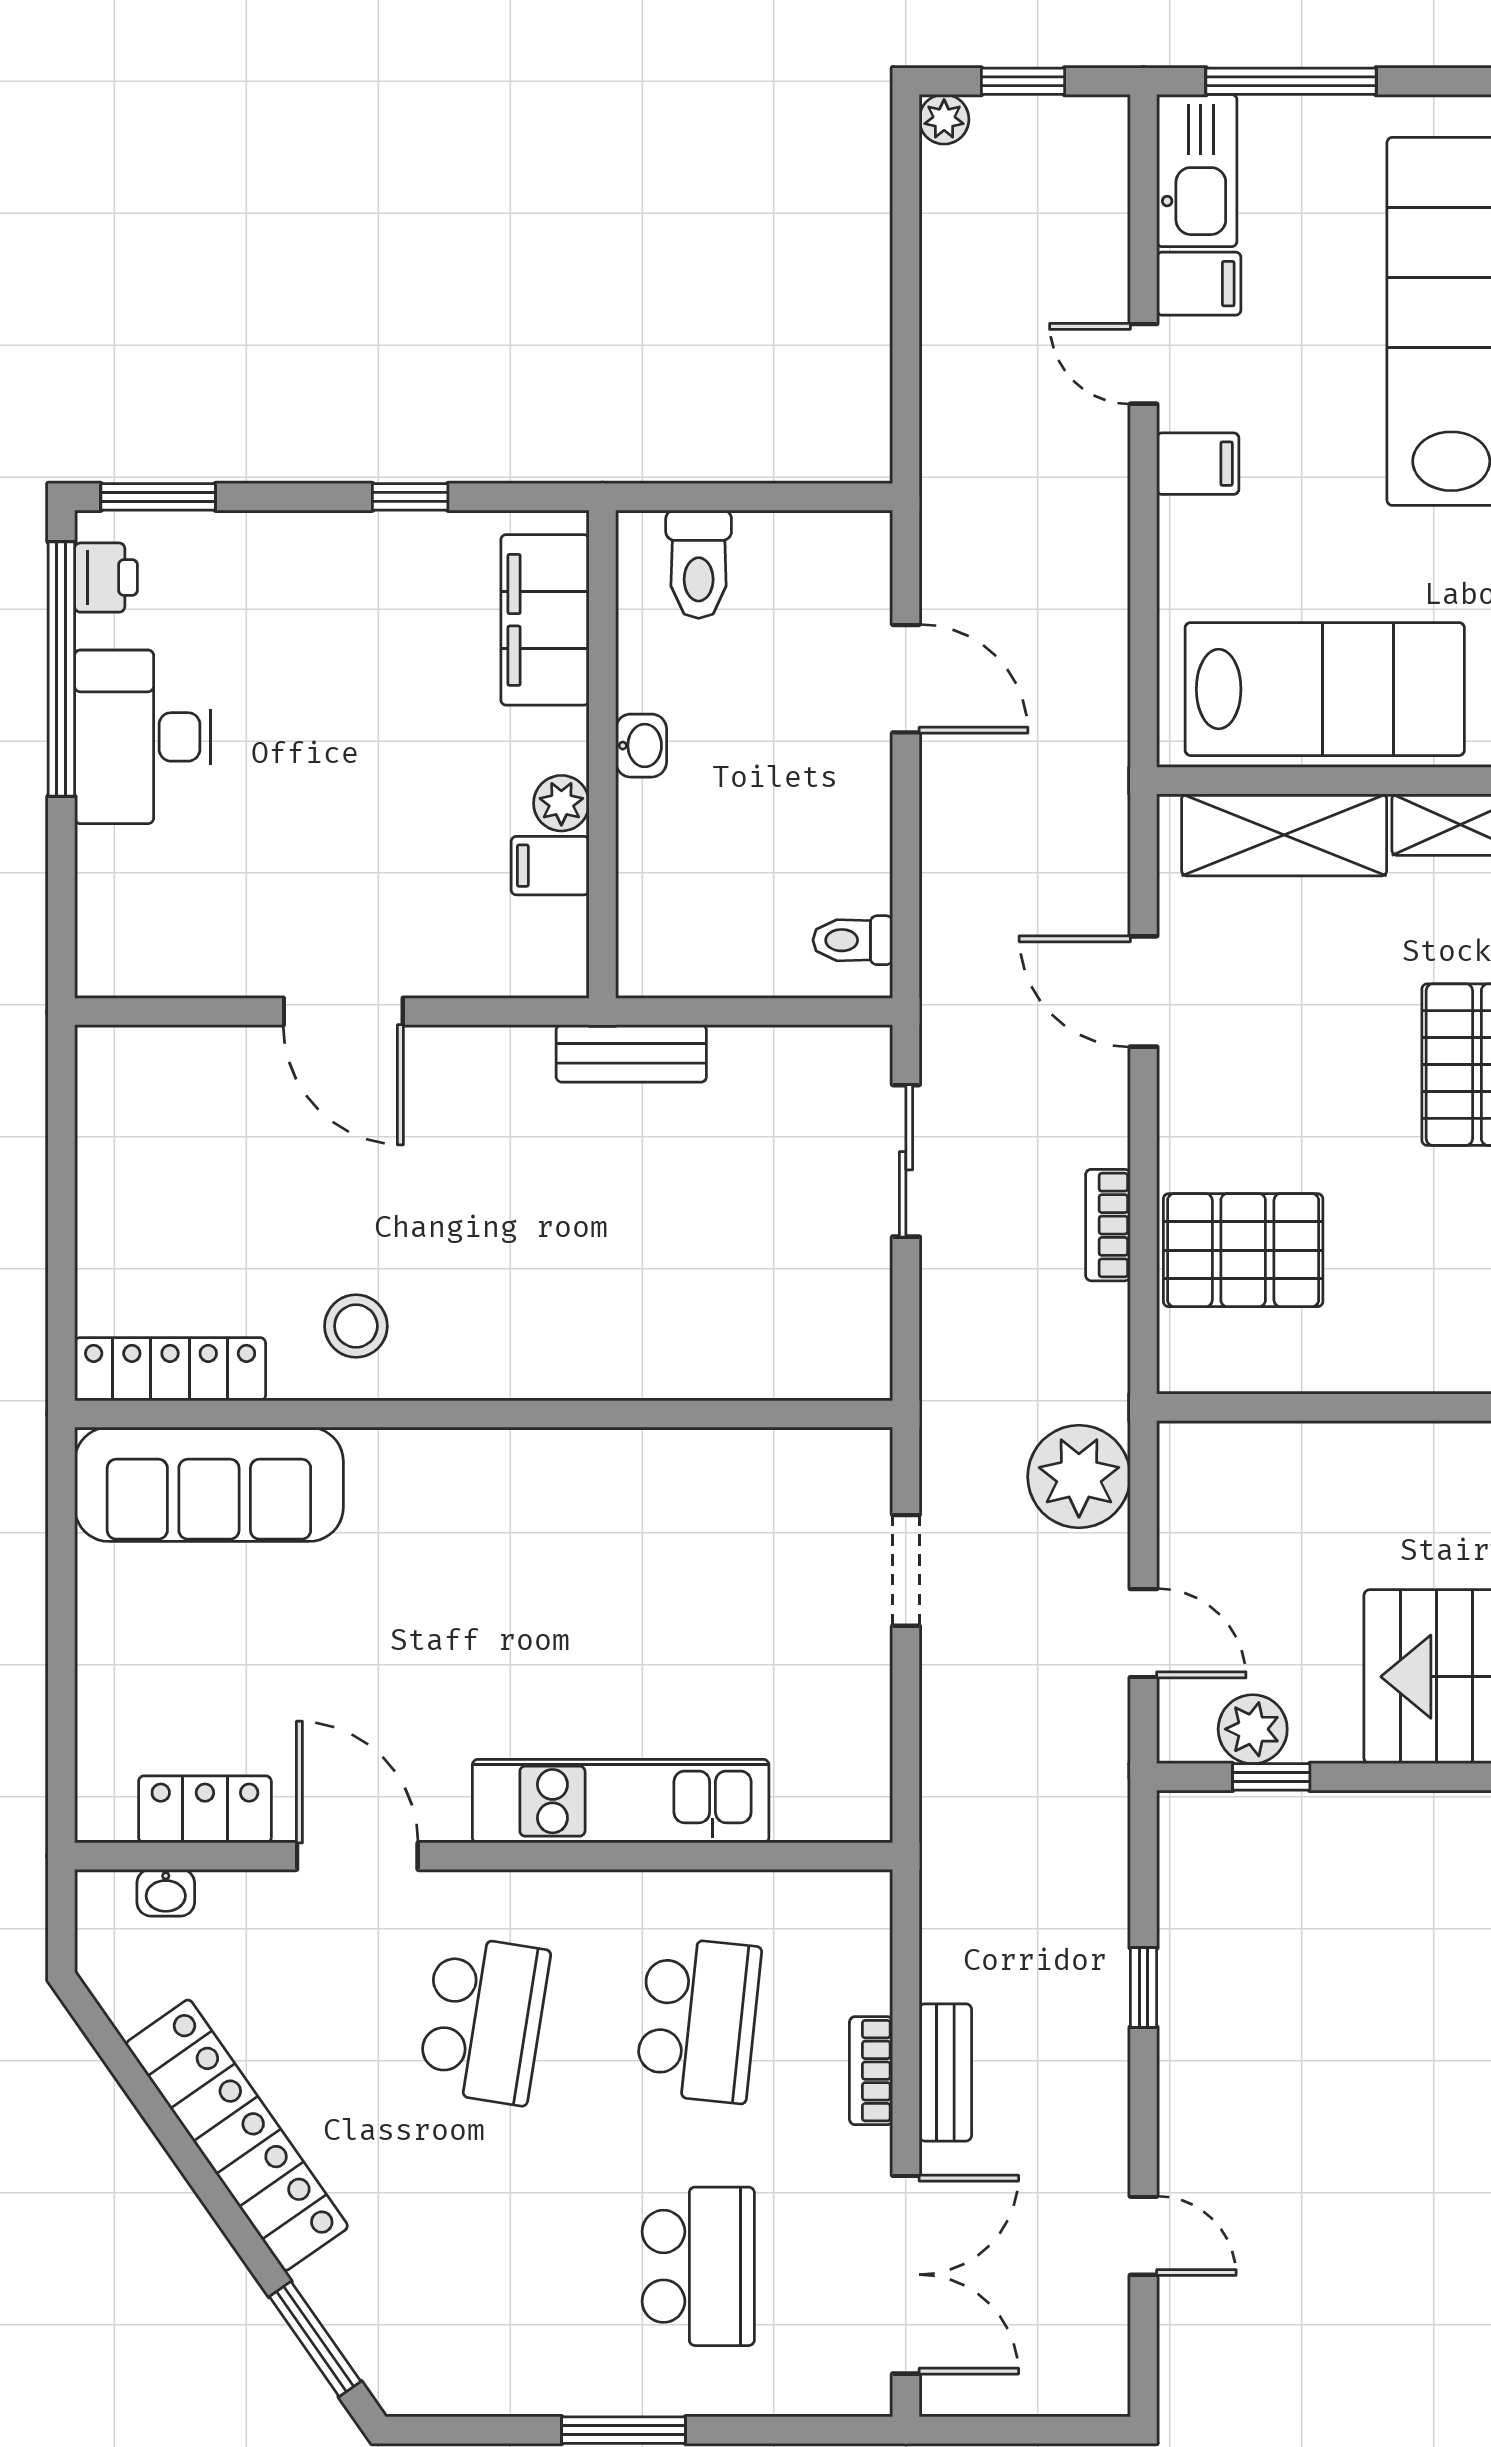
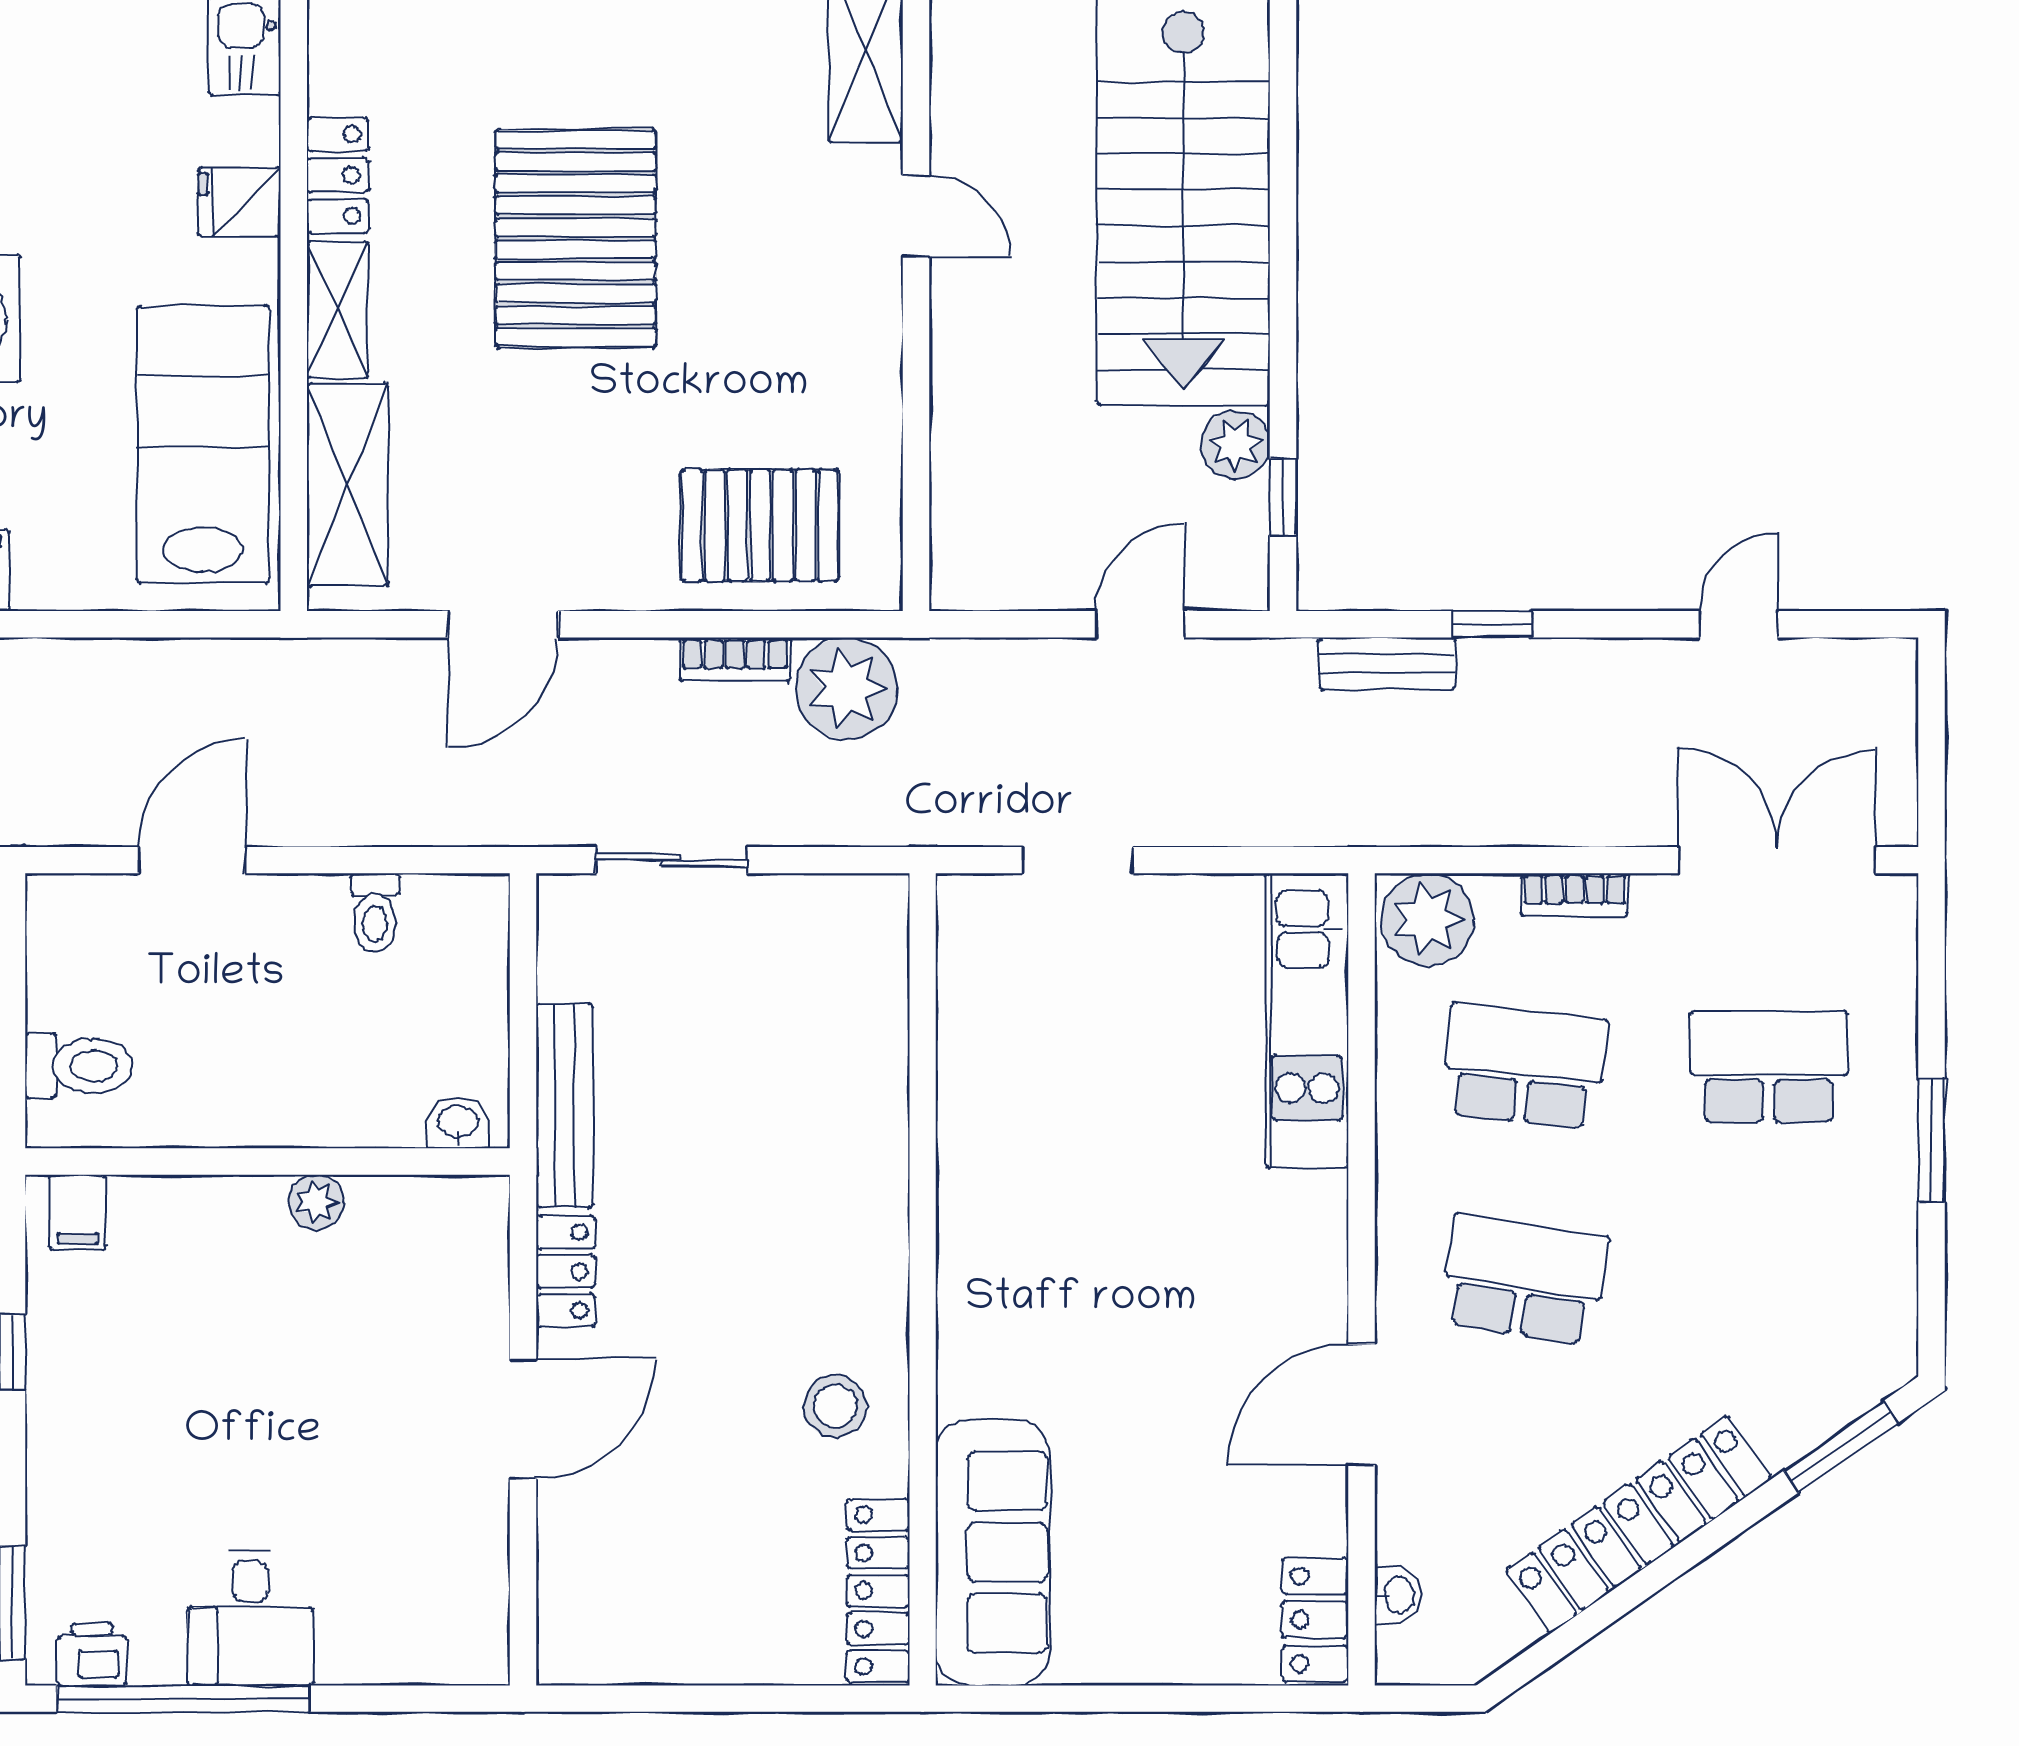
filing cabinet: (545, 620) -> (78, 1212), width x0.33, depth x0.86
desk: (143, 737) -> (250, 1618), width x0.73
washbasin: (641, 746) -> (458, 1123), moved
filing cabinet: (550, 866) -> (378, 1213), removed
toilet: (853, 940) -> (375, 913), moved
bench: (631, 1053) -> (565, 1106), width x1.36
locker: (492, 1055) -> (566, 1271), added
pallet: (1243, 1250) -> (760, 525), turned 90
plant: (1079, 1477) -> (847, 688), moved
plant: (1253, 1729) -> (1236, 445), moved
kitchen unit: (621, 1801) -> (1307, 1020), moved
locker: (205, 1809) -> (1315, 1620), moved
plant: (846, 1923) -> (1428, 919), added
bench: (945, 2072) -> (1387, 663), moved

